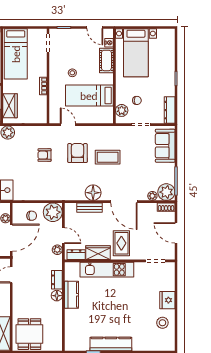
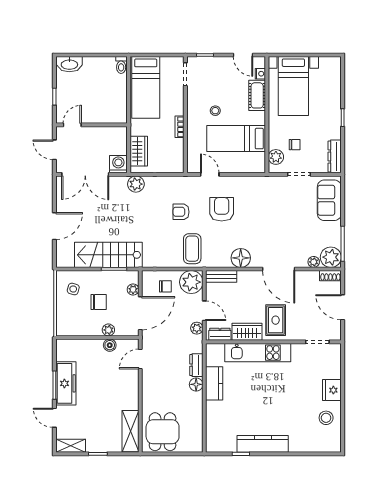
coffee table: (108, 157) -> (192, 249), moved, turned 90
bench: (89, 208) -> (221, 276), moved

